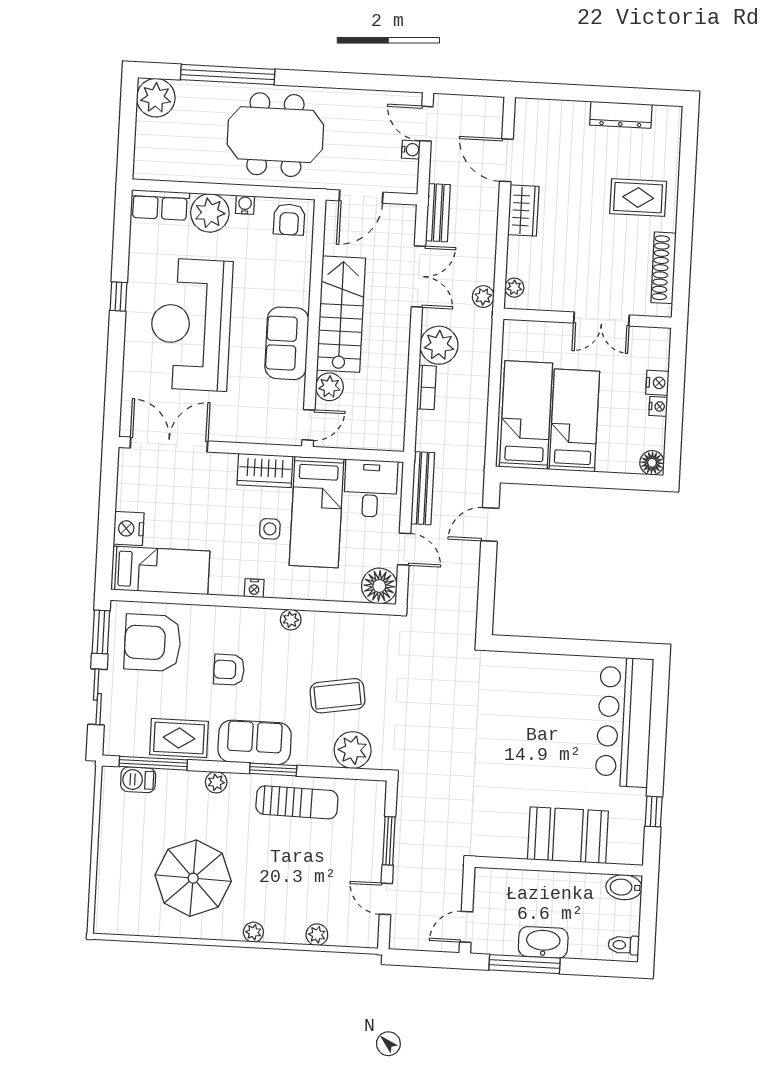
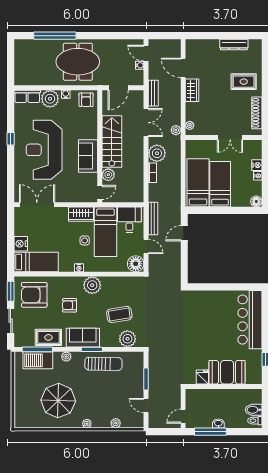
plant: (156, 98) -> (23, 48), removed
plant: (291, 620) -> (92, 285), width x1.88, depth x1.88
barbecue: (138, 780) -> (38, 360), width x1.88, depth x1.53
fridge: (513, 843) -> (202, 377), added
bidet: (624, 887) -> (254, 410), moved
washbasin: (543, 942) -> (218, 423), width x0.52, depth x0.69

